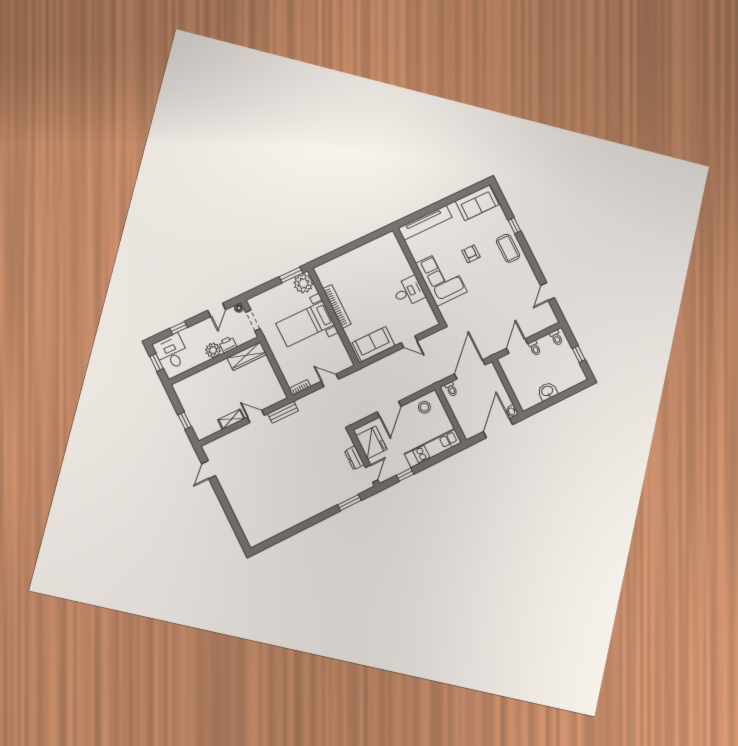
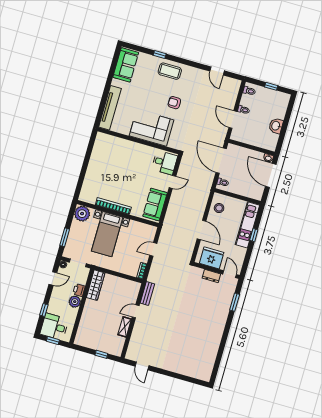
armchair: (471, 254) -> (174, 103), moved
window: (291, 275) -> (65, 237), moved
desk: (409, 292) -> (165, 163), moved, turned 90
door: (217, 310) -> (53, 279), hinge flipped
window: (405, 475) -> (254, 235), moved

